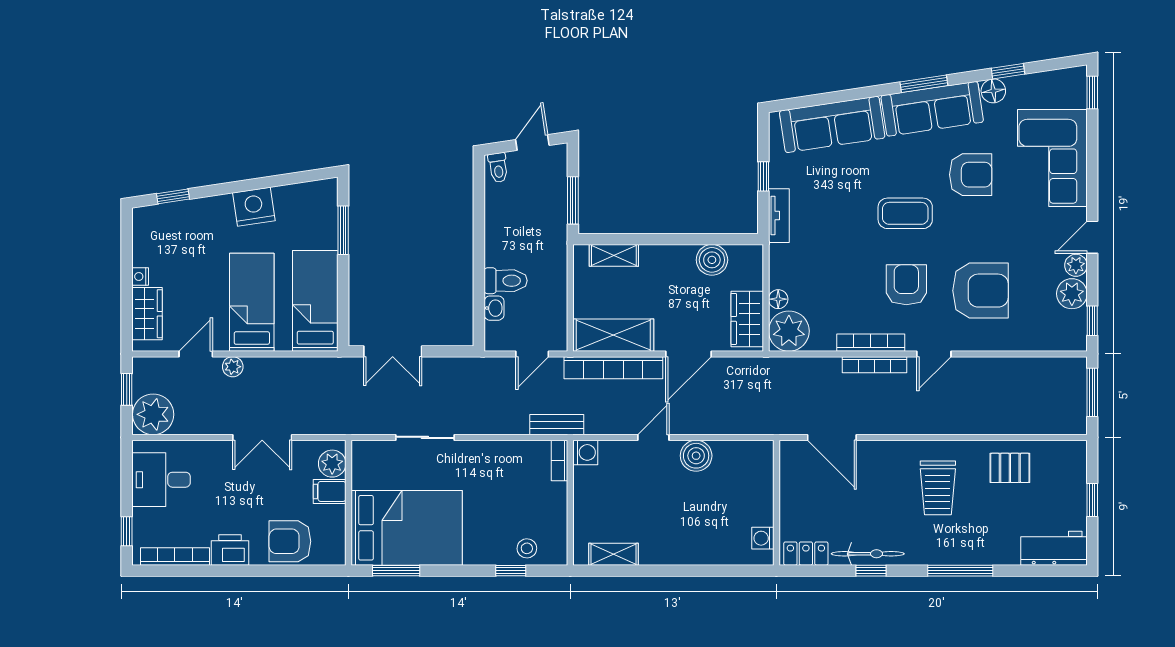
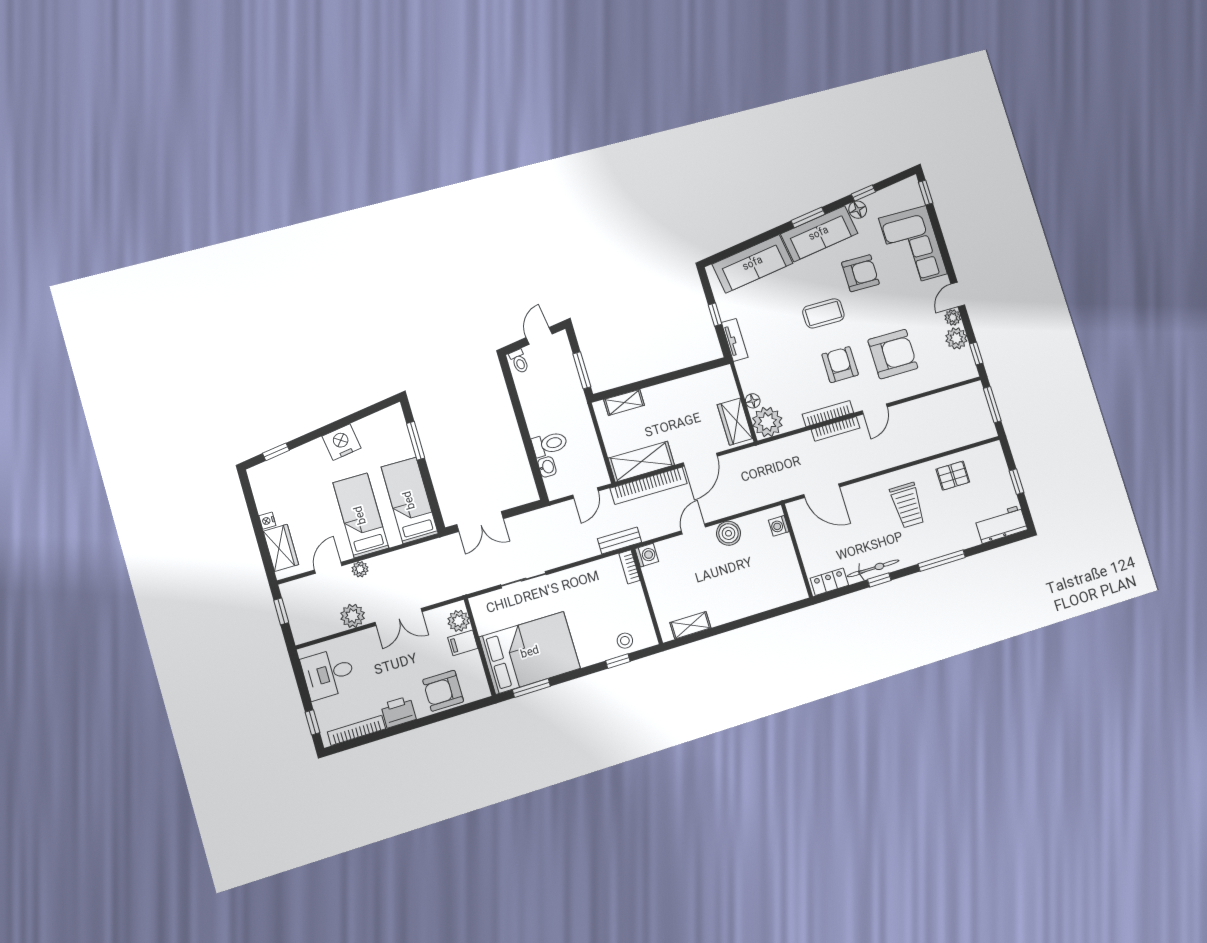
boiler: (712, 260) -> (696, 386), removed
plant: (153, 414) -> (353, 616), moved, width x0.73, depth x0.73
washing machine: (763, 538) -> (779, 526), moved

